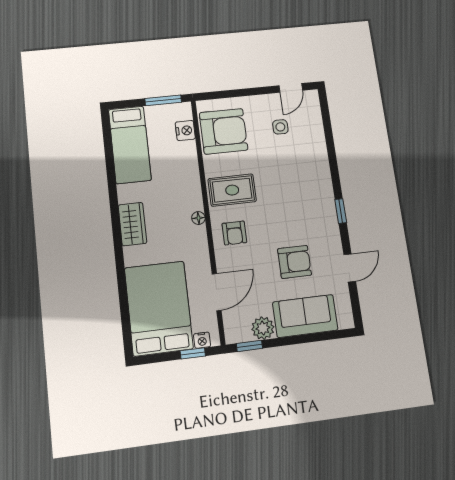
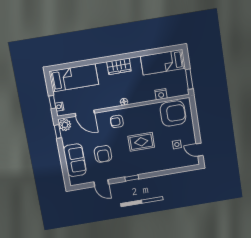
nightstand: (185, 131) -> (161, 94), moved
armchair: (224, 131) -> (173, 113), turned -90
rug: (232, 190) -> (141, 142), moved, turned 90
bed: (159, 308) -> (74, 78), width x0.67
plant: (263, 328) -> (65, 125), moved

